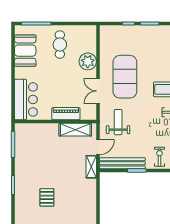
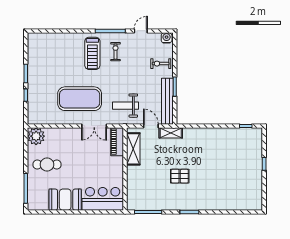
booth: (25, 51) -> (65, 200), moved
plant: (88, 61) -> (36, 136), moved
piano: (66, 114) -> (117, 142), moved
pallet: (47, 197) -> (180, 176), moved

